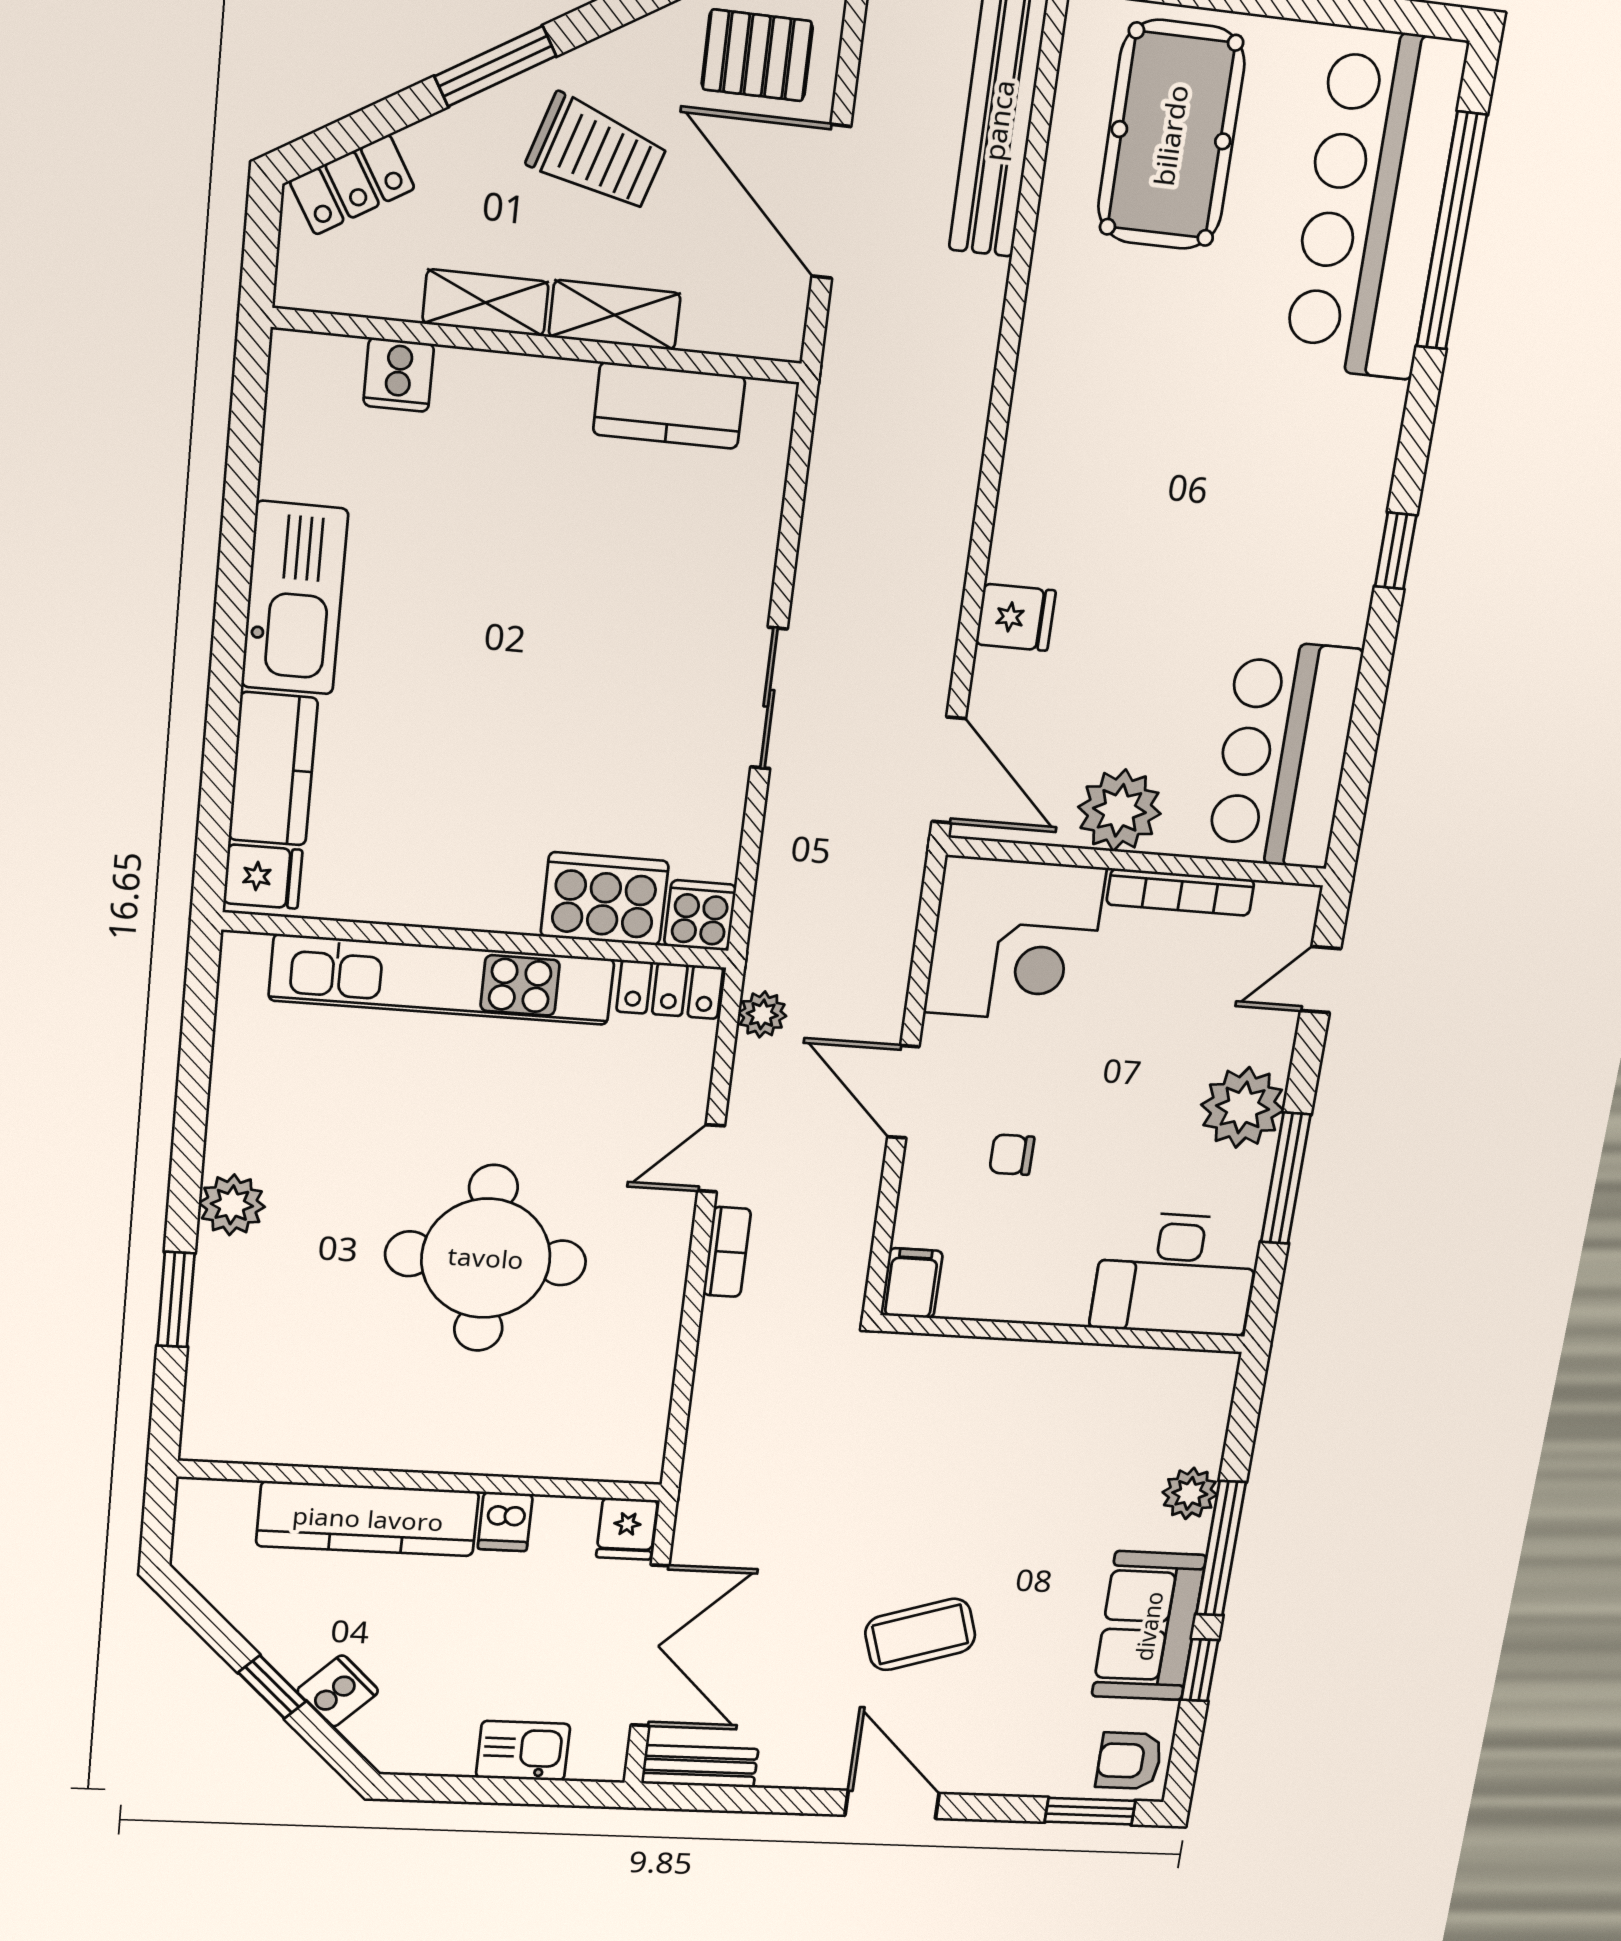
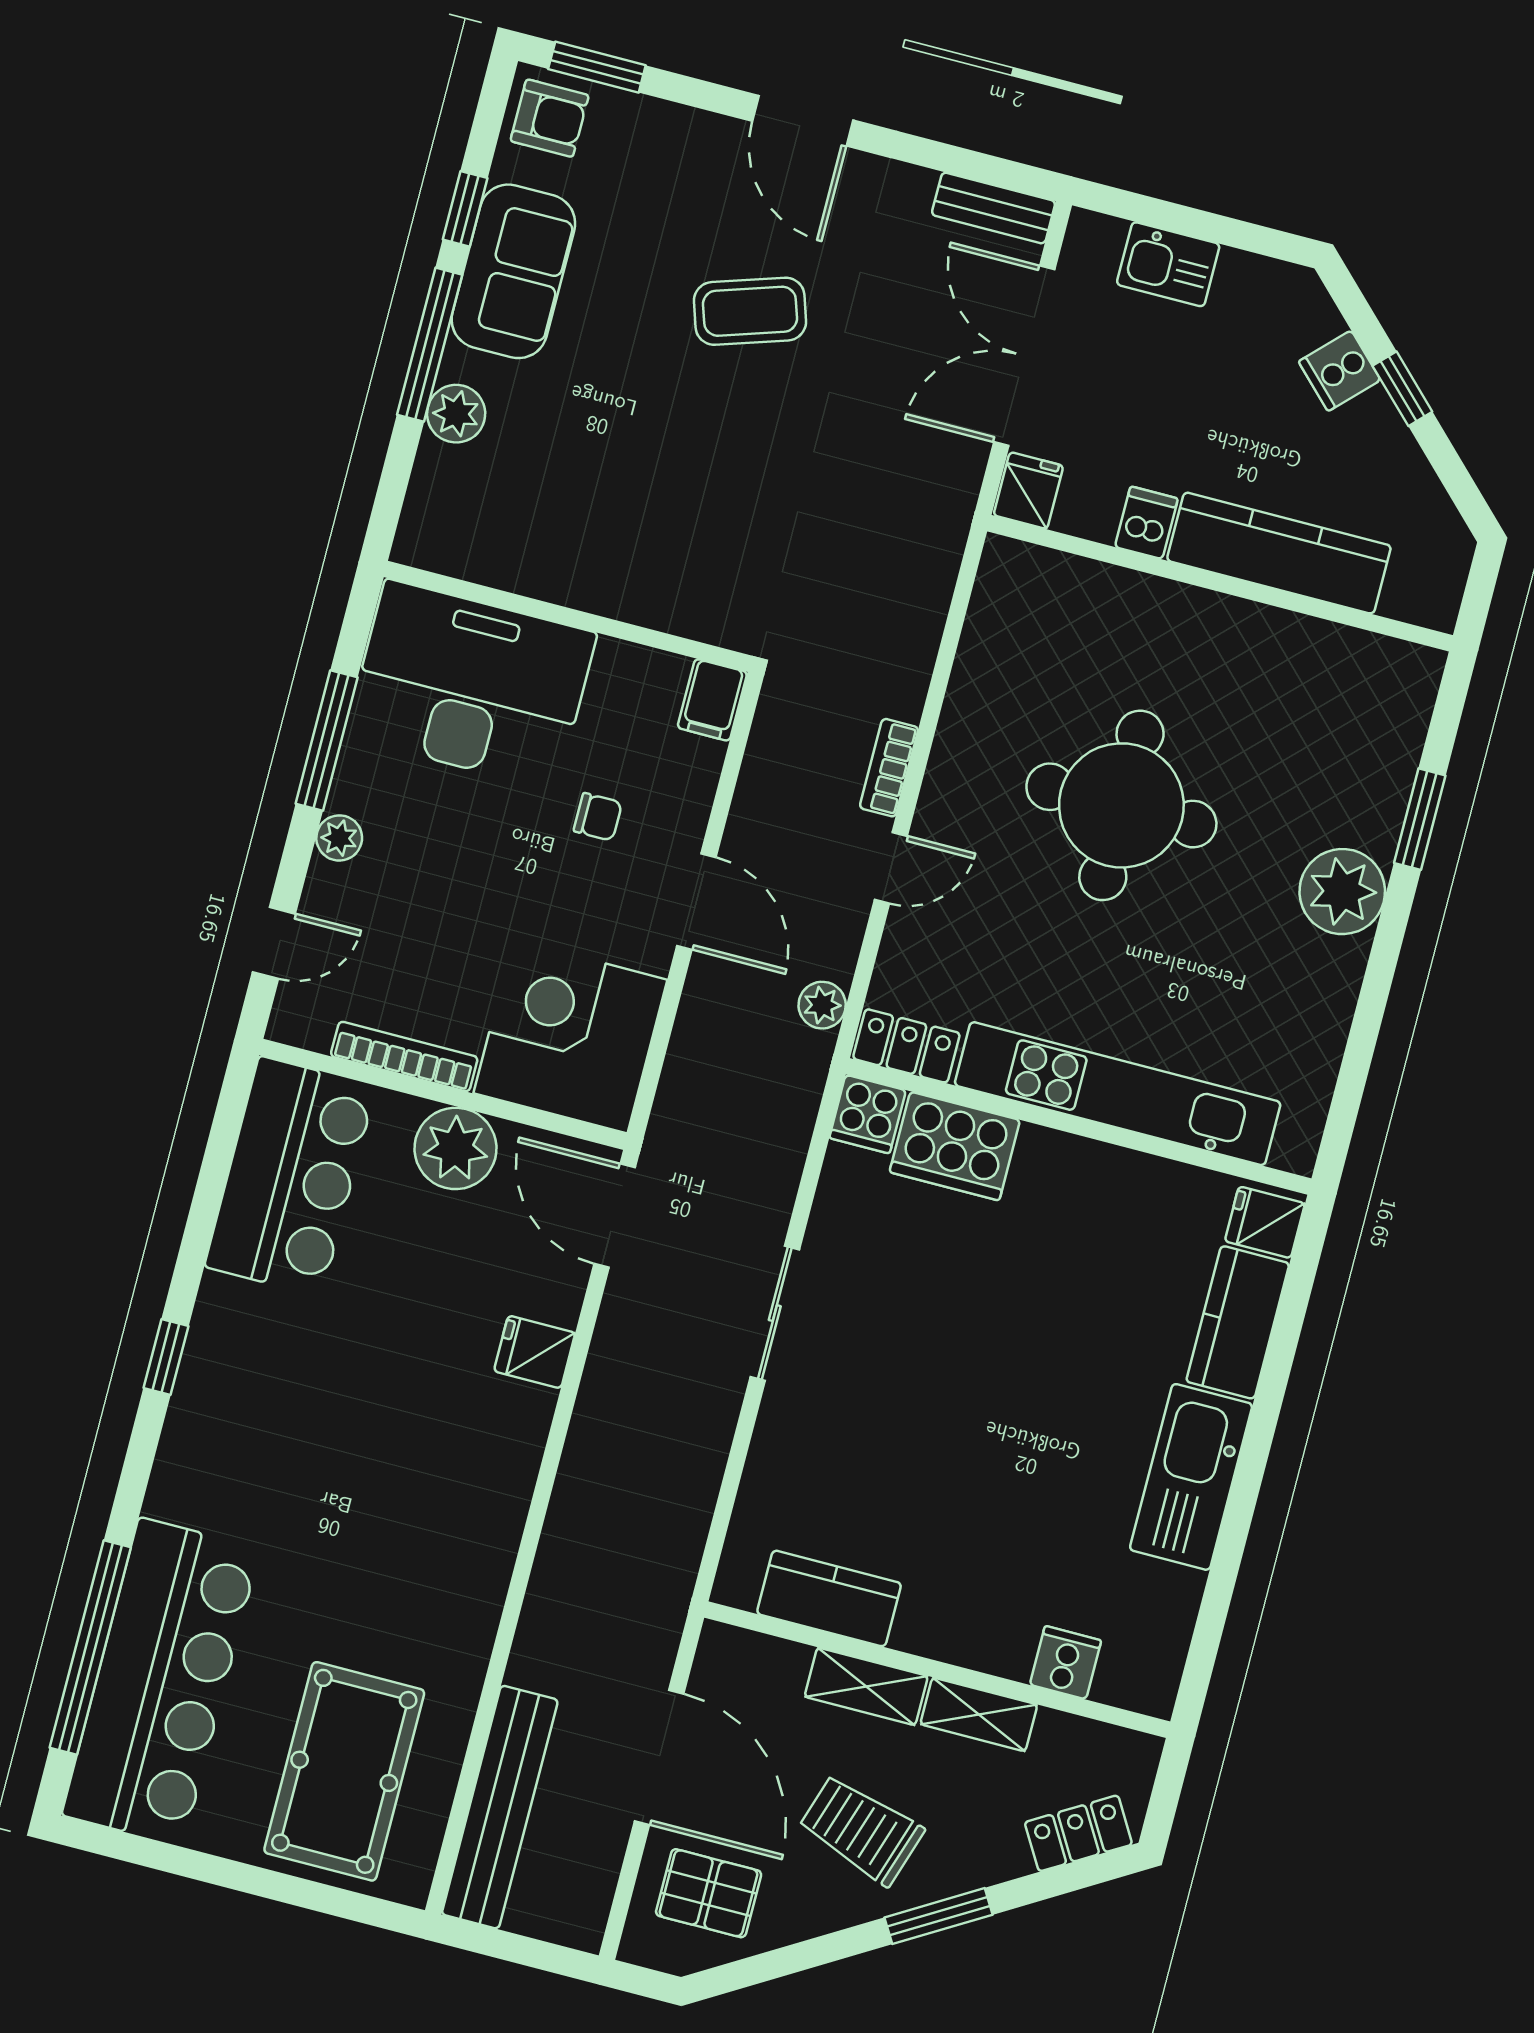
plant: (1243, 1107) -> (339, 838), width x0.53, depth x0.53
plant: (232, 1205) -> (1342, 892), width x1.36, depth x1.36
desk: (1176, 1274) -> (471, 685), width x1.36, depth x1.30

